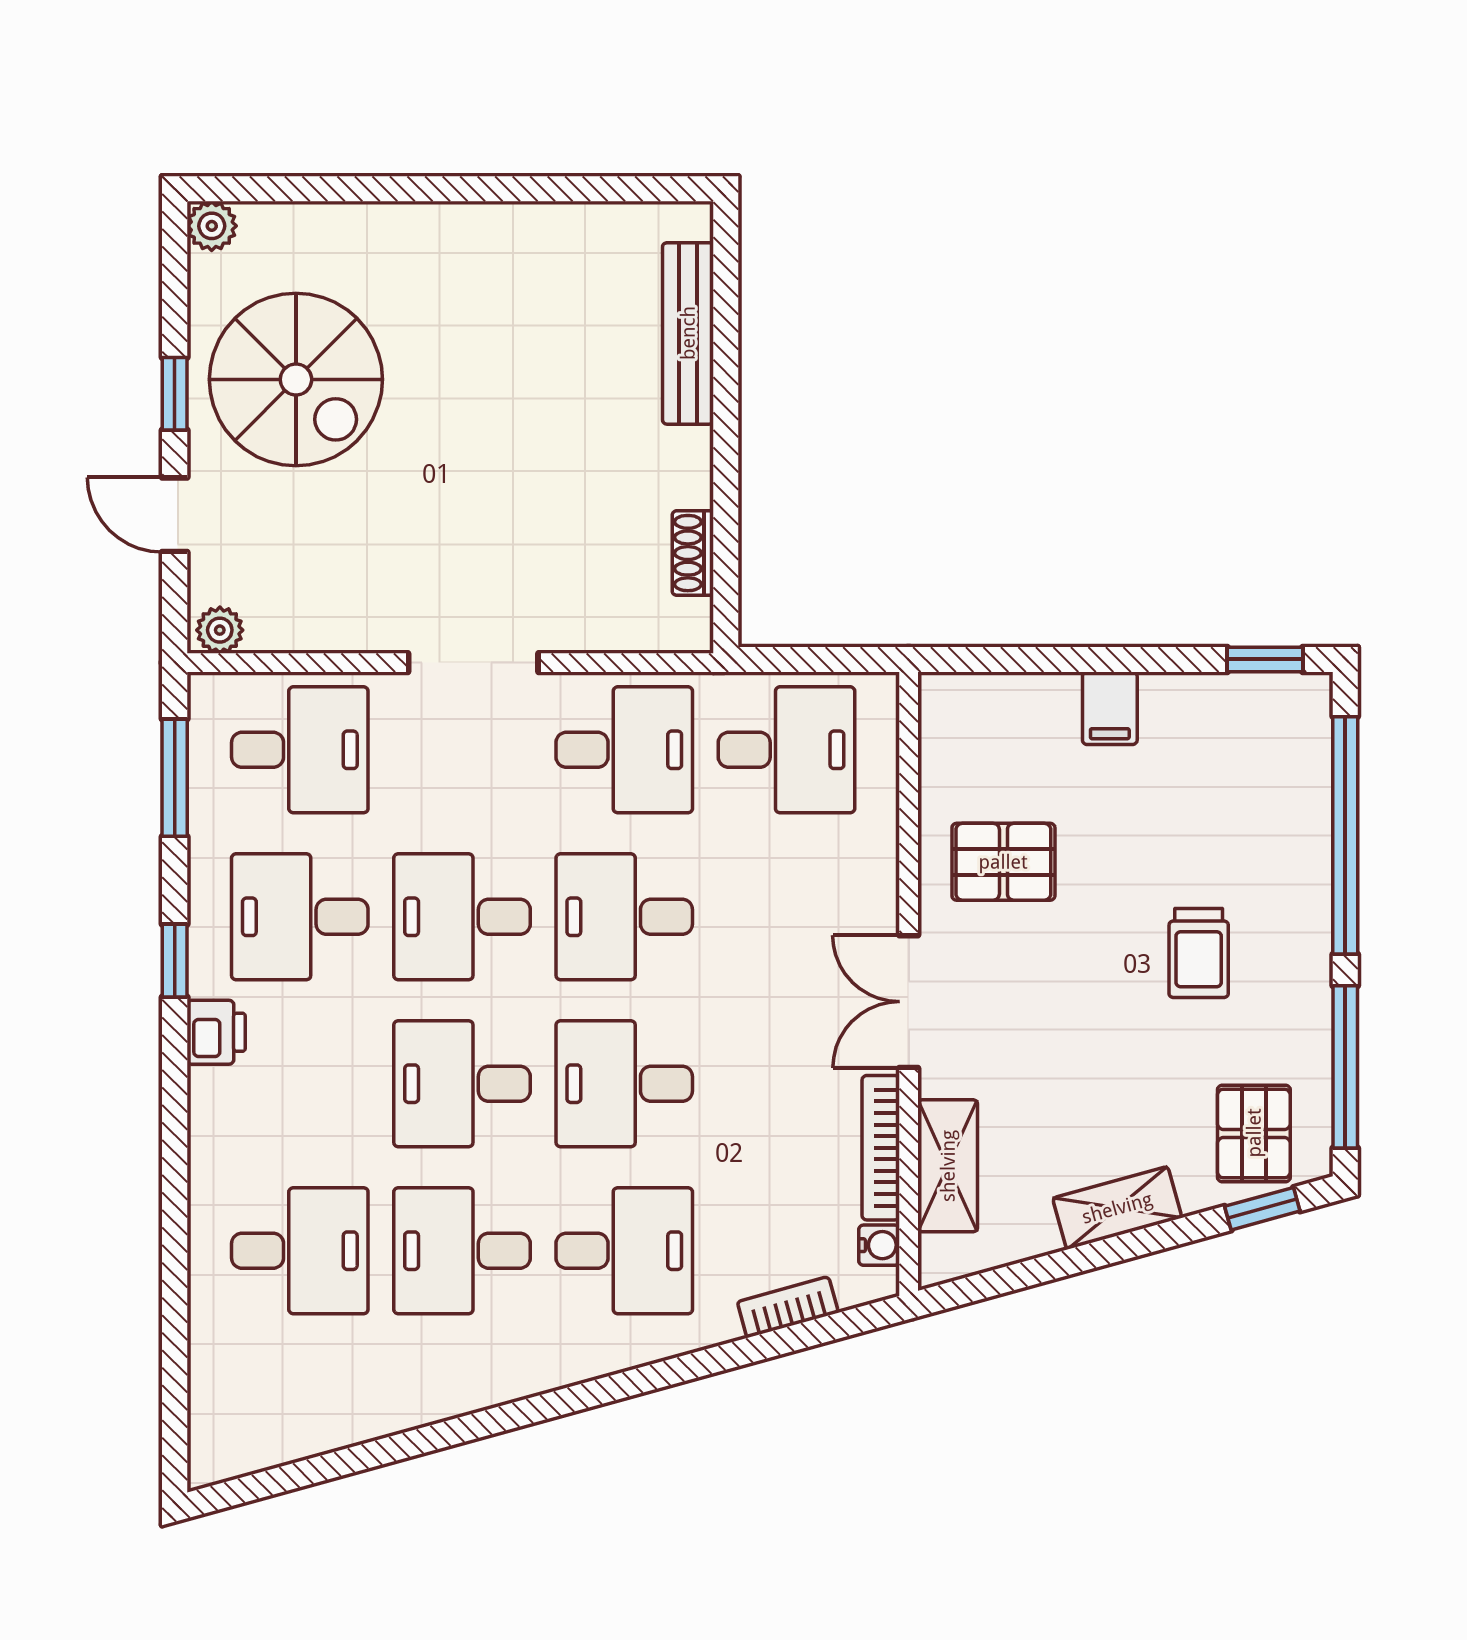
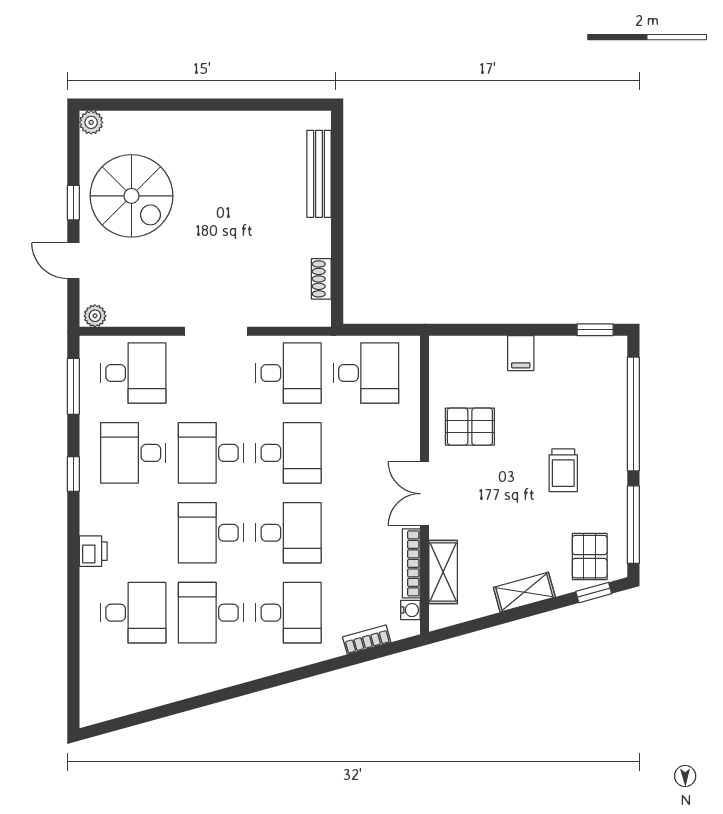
desk: (624, 917) -> (288, 453), turned 180
printer: (216, 1032) -> (93, 551), moved
desk: (624, 1084) -> (288, 533), turned 180

